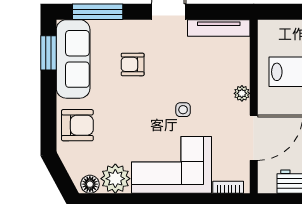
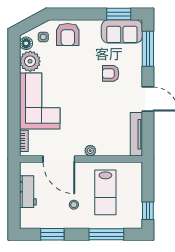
sofa: (73, 59) -> (122, 31), width x0.73
armchair: (133, 64) -> (111, 73), turned -90
side table: (183, 110) -> (43, 37), moved

